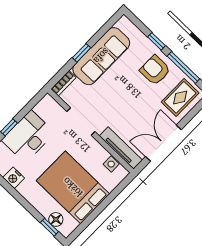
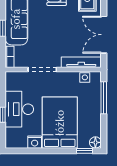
bed: (73, 187) -> (60, 123), moved, turned 90
window: (110, 198) -> (104, 98), added
floor lamp: (56, 219) -> (95, 142), moved

